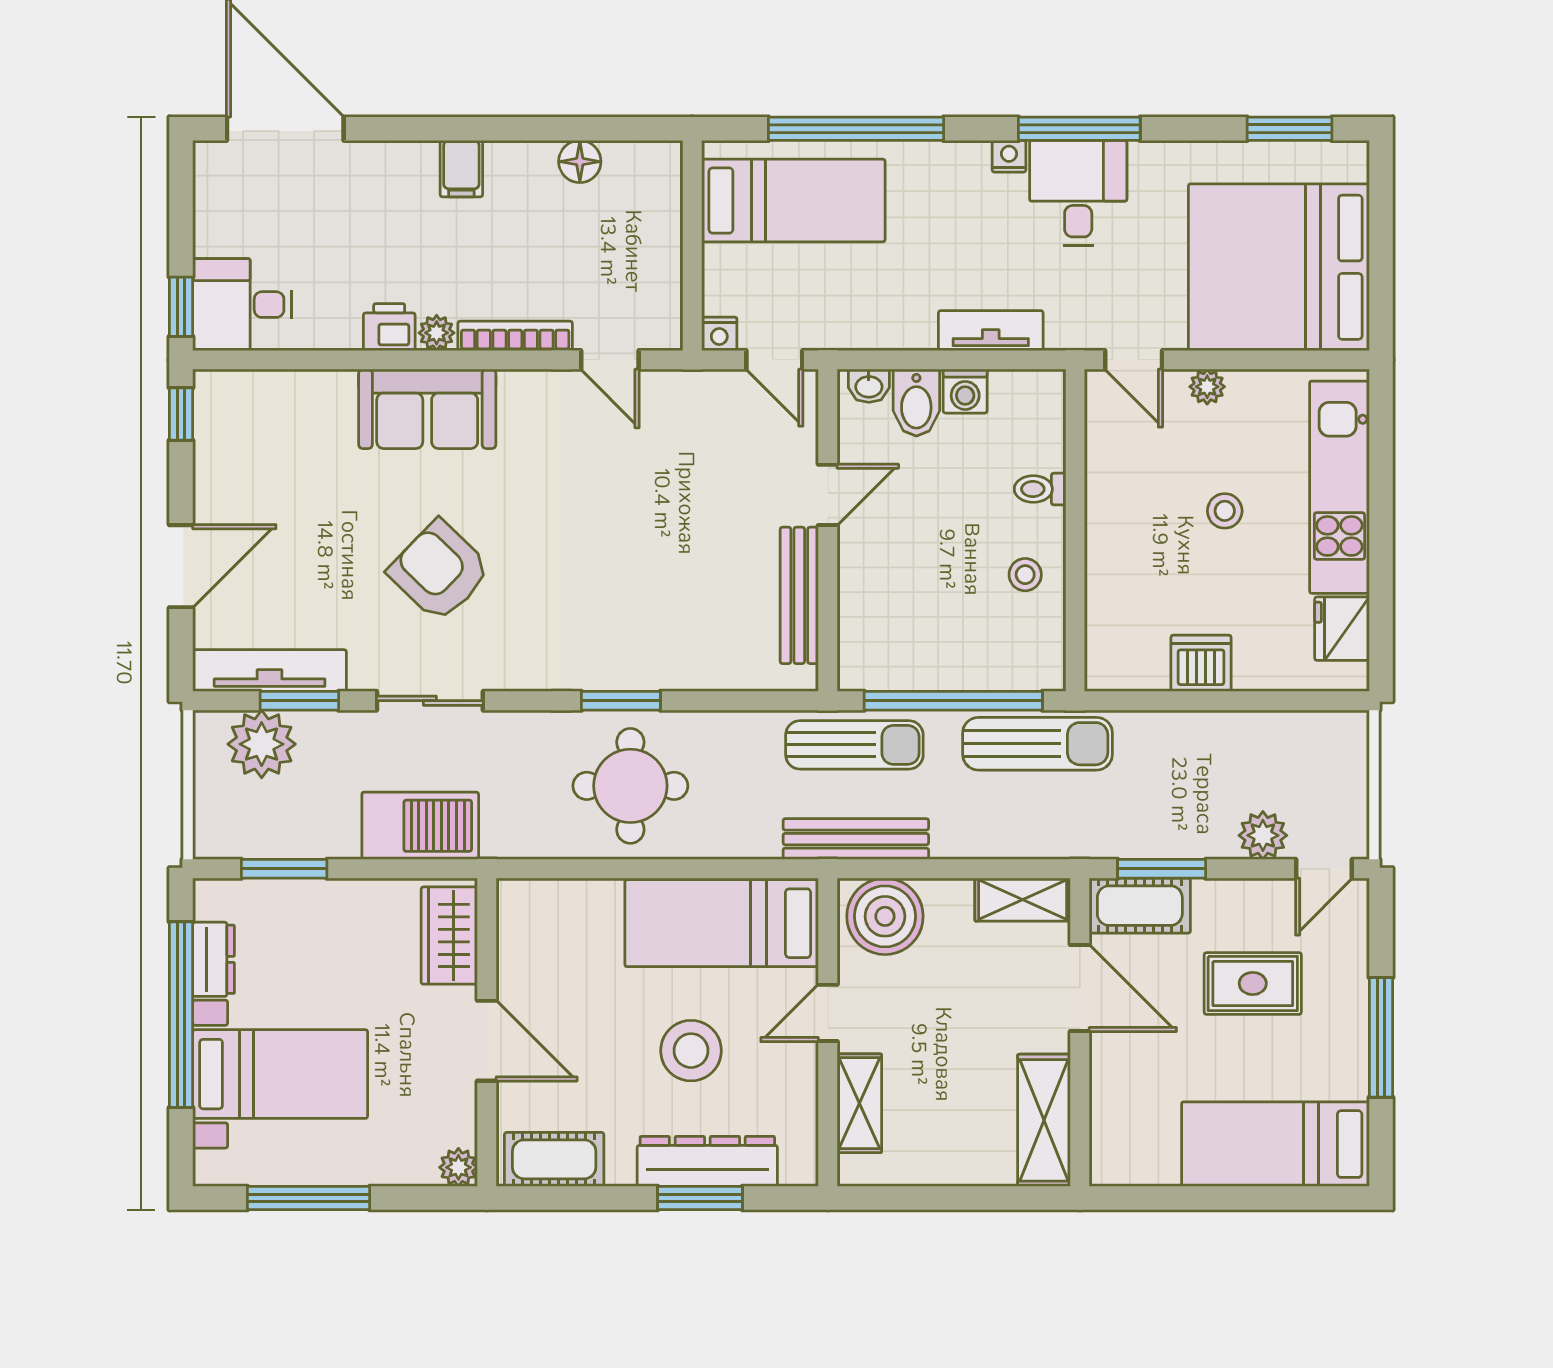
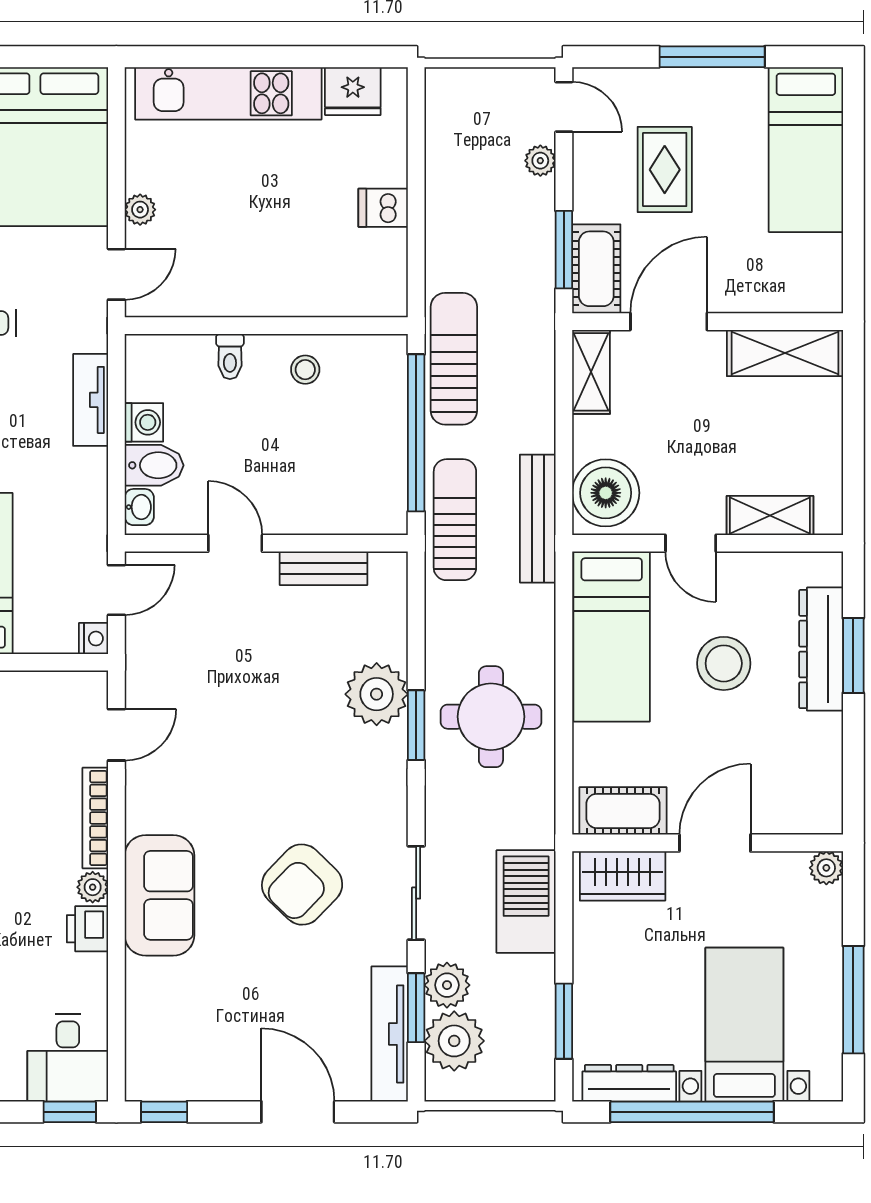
stool: (1225, 511) -> (249, 194), removed
bench: (799, 595) -> (324, 568), width x0.73
plant: (656, 656) -> (377, 694), added
dishwasher: (1201, 663) -> (383, 208), width x0.73
plant: (325, 736) -> (447, 985), added
plant: (1263, 835) -> (540, 161), width x0.73, depth x0.73
dresser: (214, 959) -> (629, 1083), width x1.44
cot: (554, 1159) -> (623, 811), moved, turned 90

